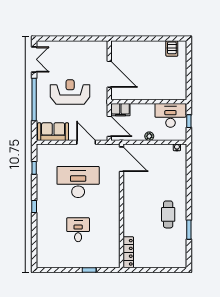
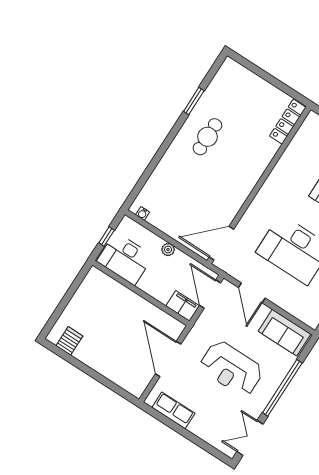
row of seats: (88, 47) -> (173, 410), added
door: (121, 159) -> (221, 243), hinge flipped

